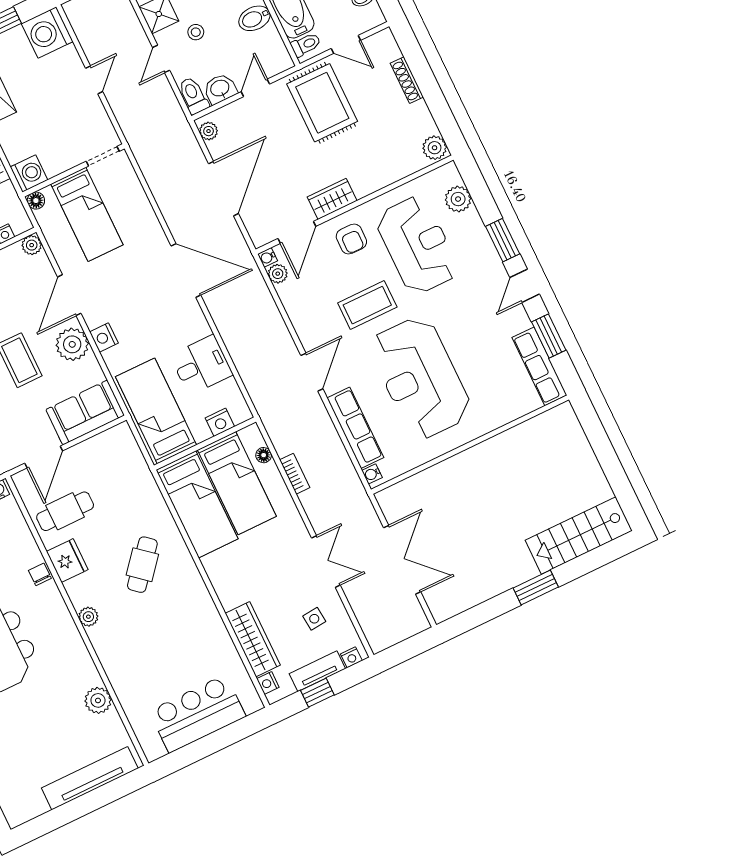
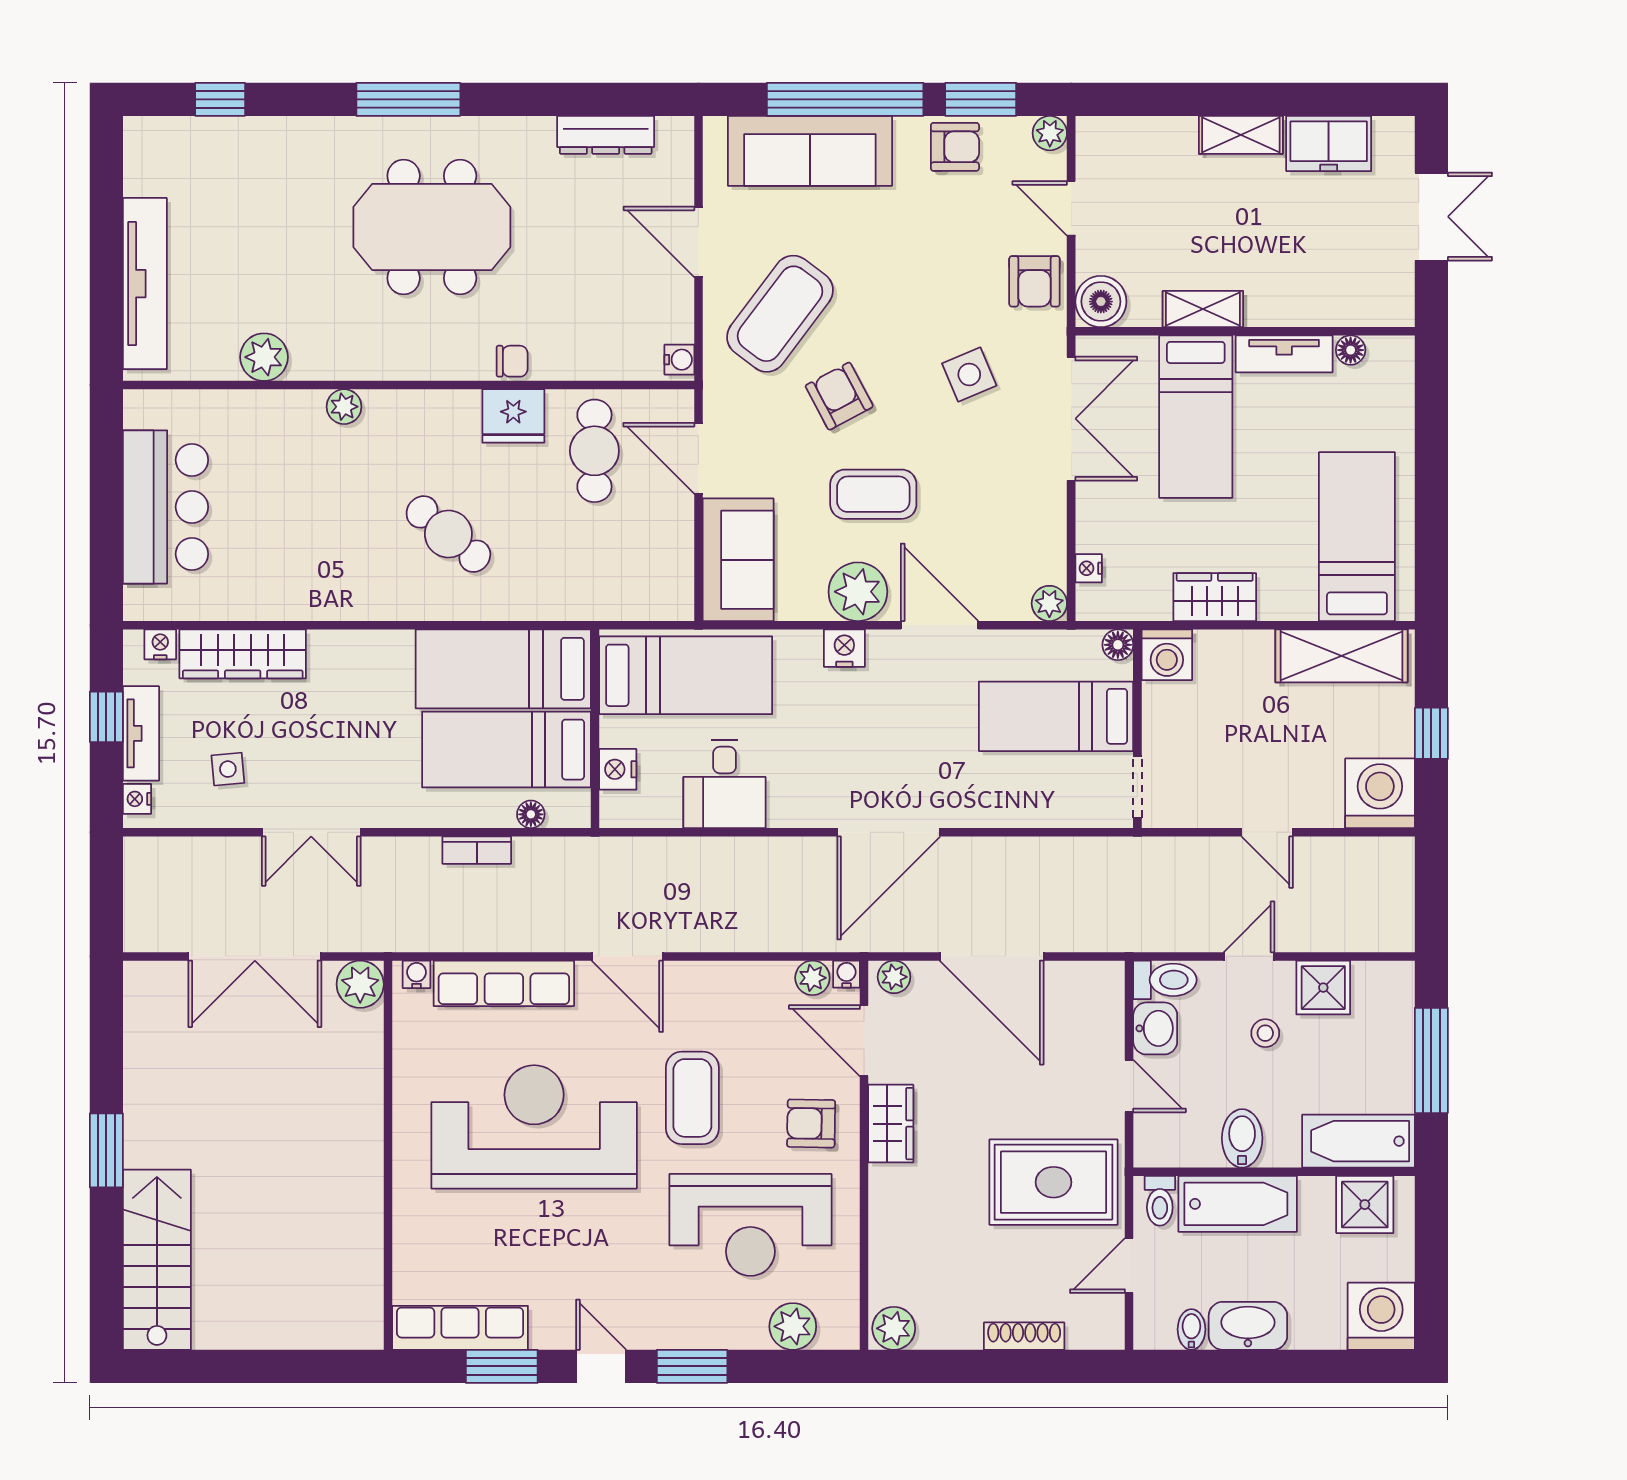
door: (161, 59) -> (1249, 956), hinge flipped
plant: (209, 131) -> (894, 977), moved
plant: (391, 500) -> (360, 984), added
plant: (88, 617) -> (344, 407), moved

